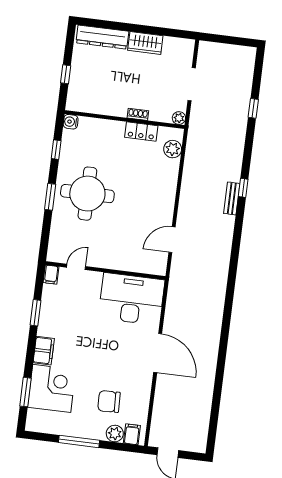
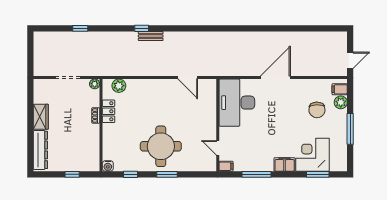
window: (35, 313) -> (257, 174), width x1.44

